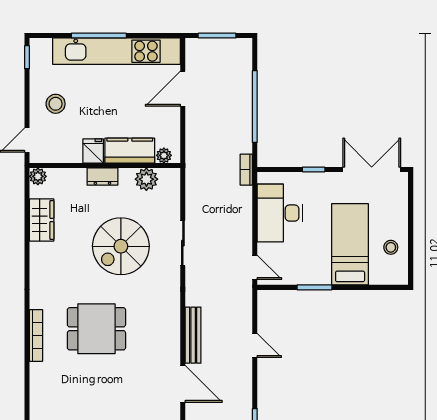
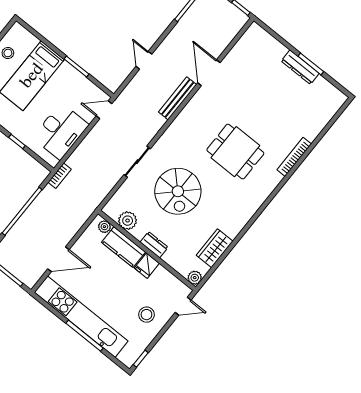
spiral stairs: (121, 246) -> (178, 191), turned 90
door: (255, 267) -> (104, 110), hinge flipped
bookcase: (36, 336) -> (294, 157), moved

